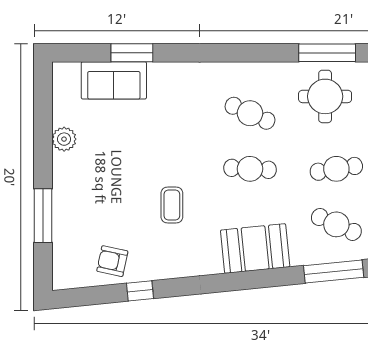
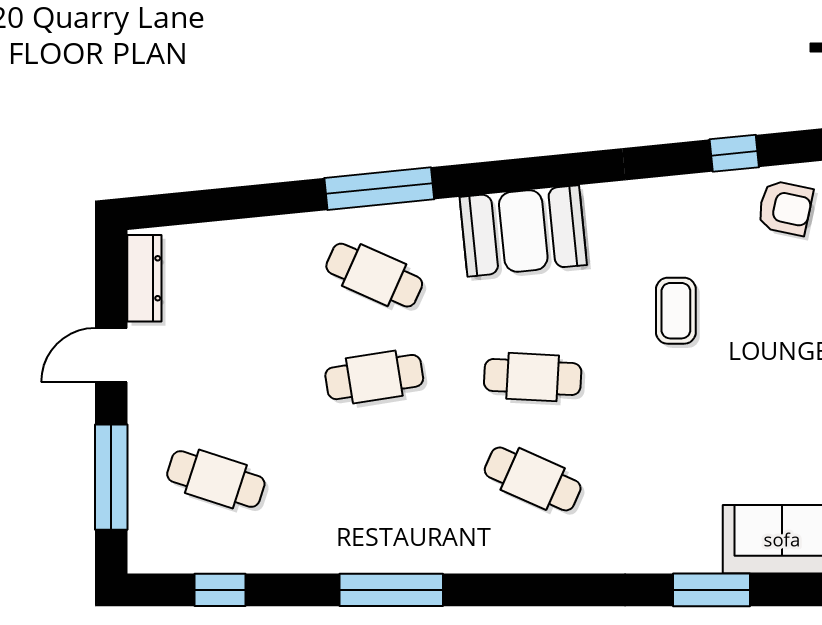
window: (132, 53) -> (712, 590), moved
round table: (325, 96) -> (395, 510), removed

